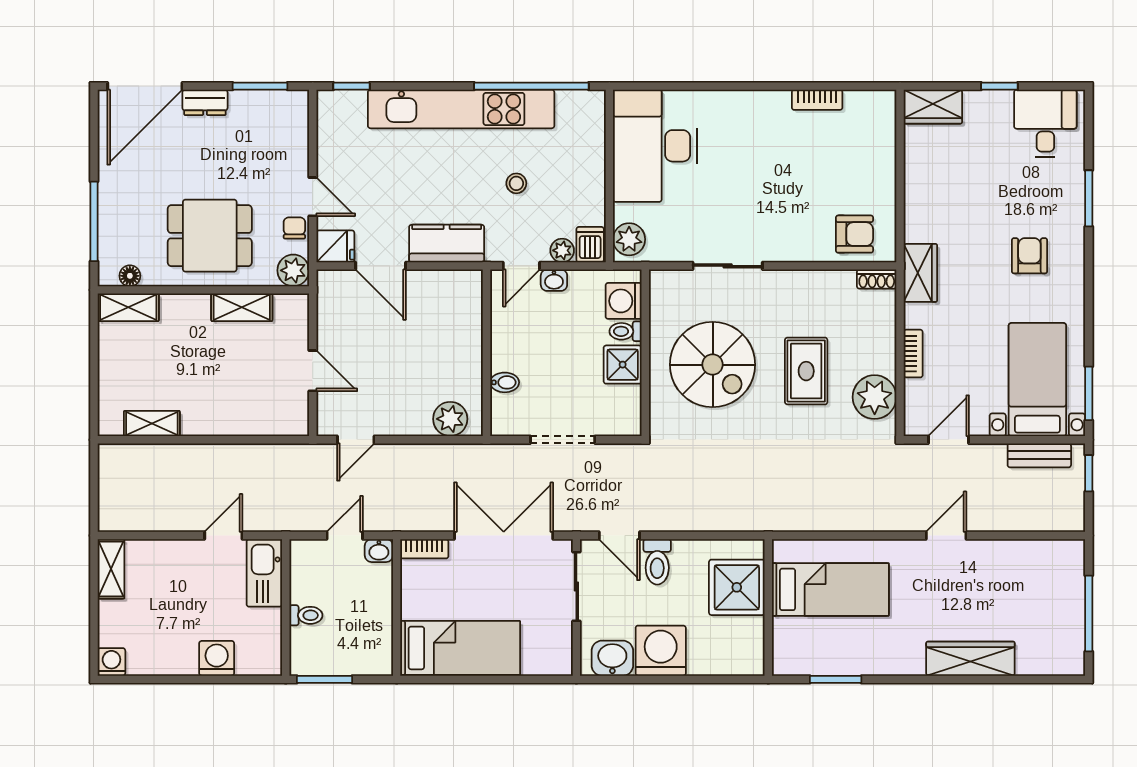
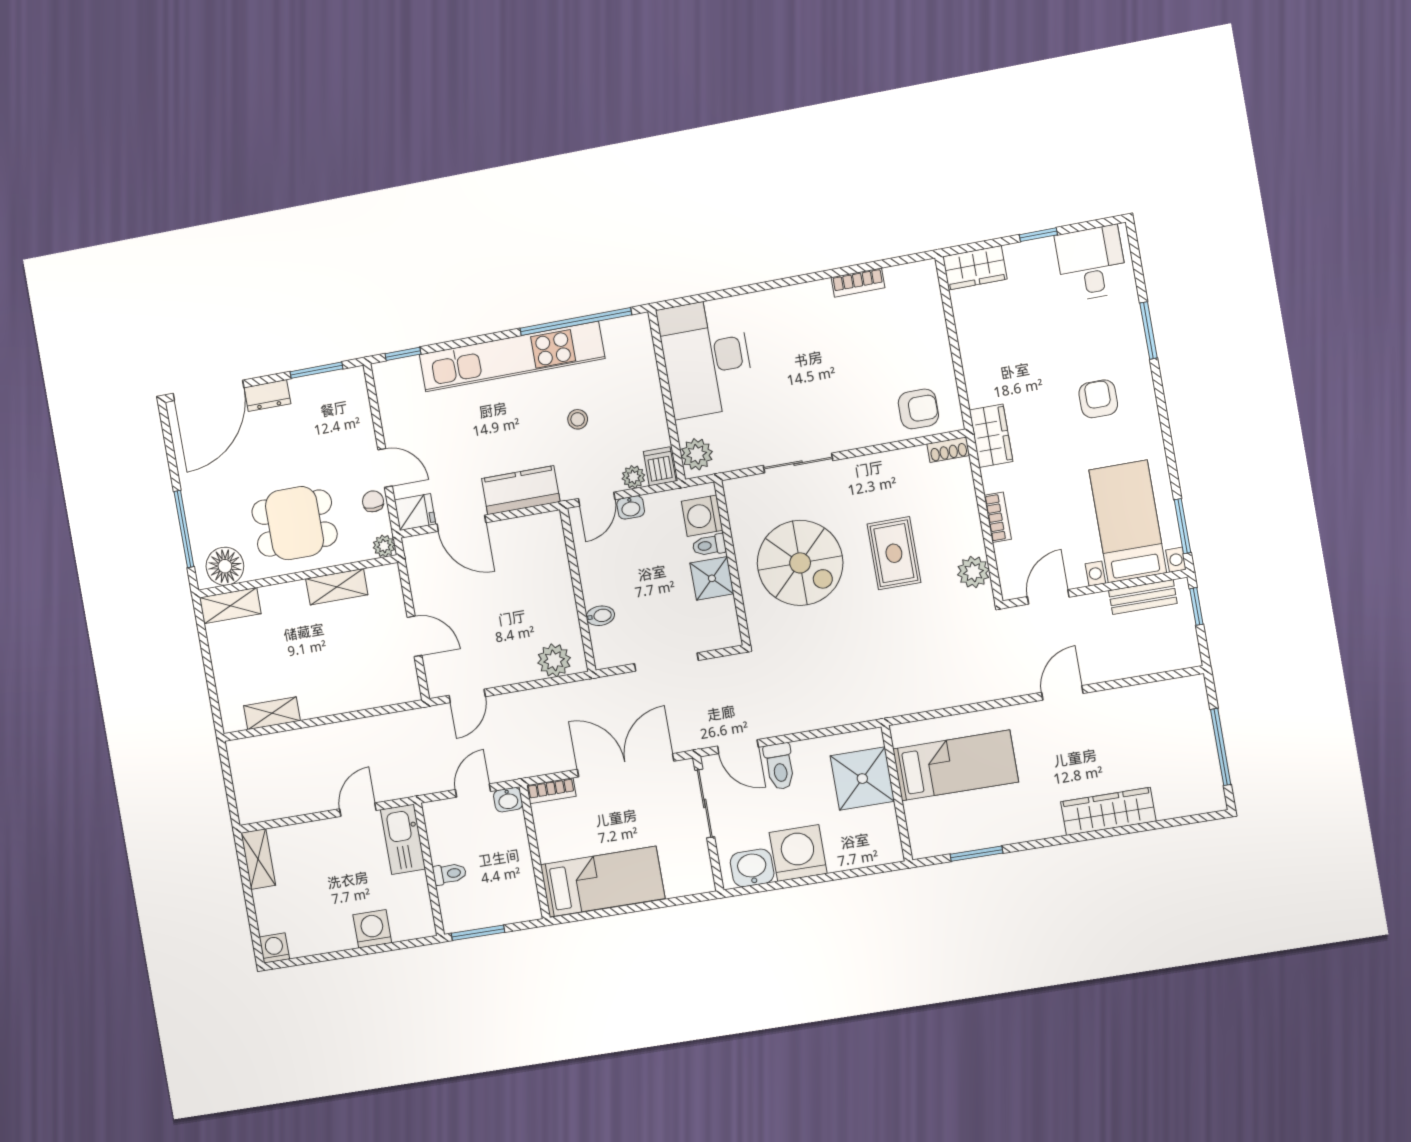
plant: (293, 270) -> (384, 546), width x0.73, depth x0.73
floor lamp: (130, 276) -> (225, 566), width x1.89, depth x1.89
plant: (875, 397) -> (973, 572), width x0.73, depth x0.73

